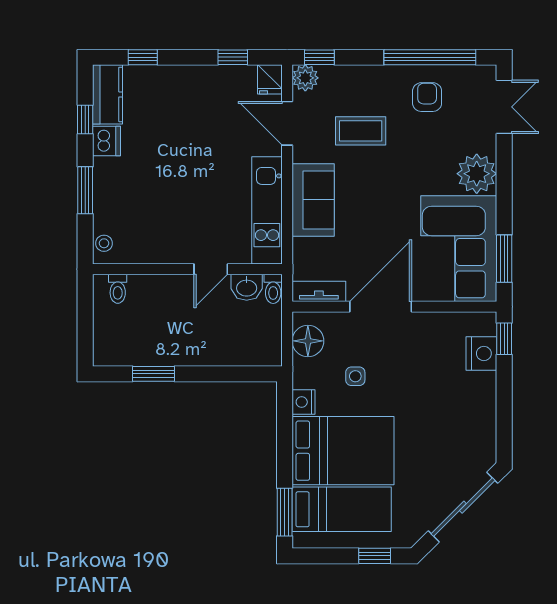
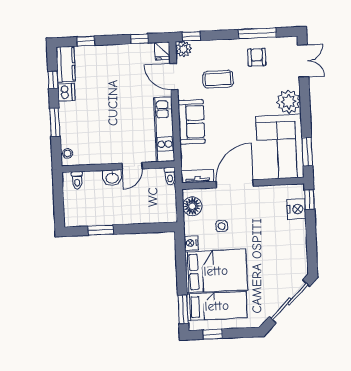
window: (430, 57) -> (257, 33), width x0.68
washbasin: (247, 287) -> (112, 178), moved
window: (375, 556) -> (213, 334), moved

